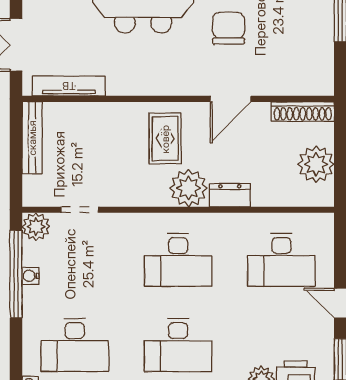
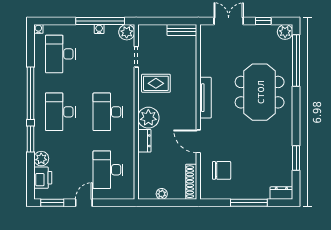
chair: (229, 28) -> (222, 170), moved
tv unit: (69, 86) -> (206, 98), moved
bench: (32, 138) -> (182, 30), width x0.73
rug: (165, 139) -> (156, 83), moved
plant: (316, 164) -> (162, 194), width x0.53, depth x0.53

